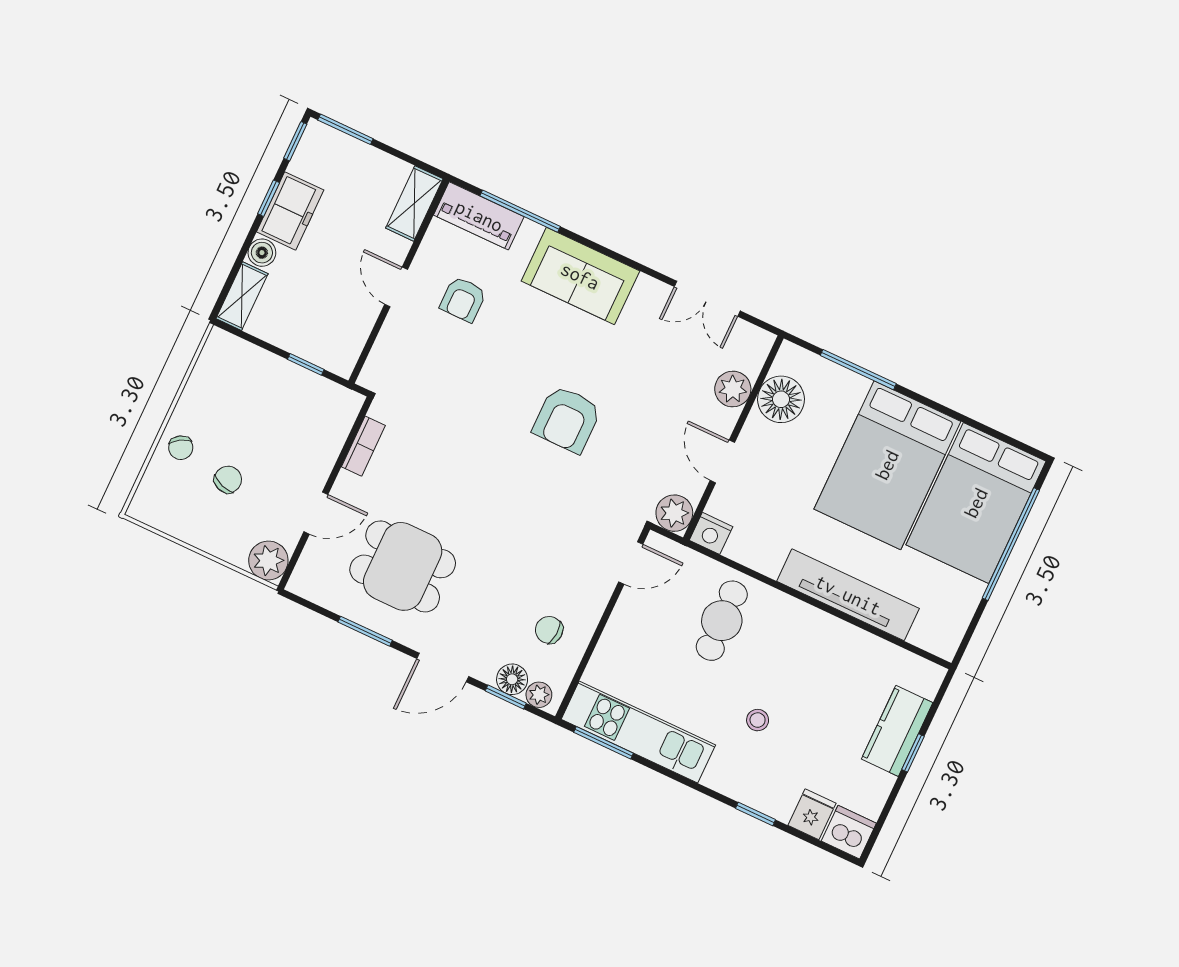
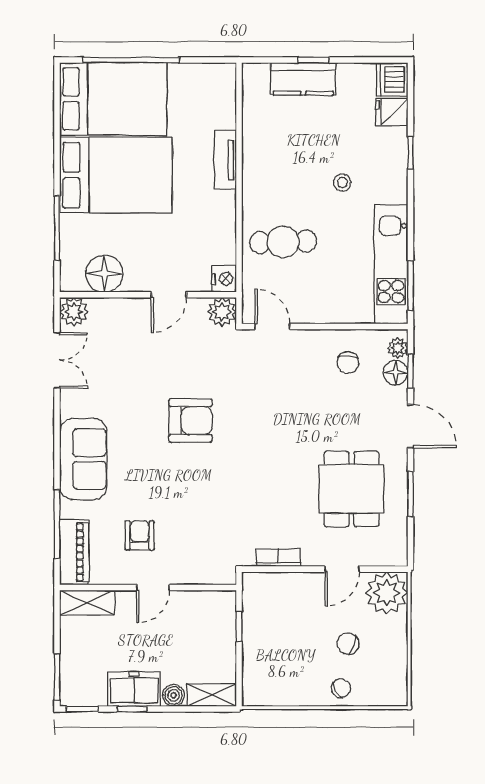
armchair: (463, 299) -> (140, 535), turned -90
plant: (733, 389) -> (74, 312), moved
door: (316, 513) -> (342, 569), swing flipped
plant: (268, 561) -> (387, 593), width x1.36, depth x1.36
tv unit: (848, 595) -> (225, 160), width x0.52, depth x0.78

